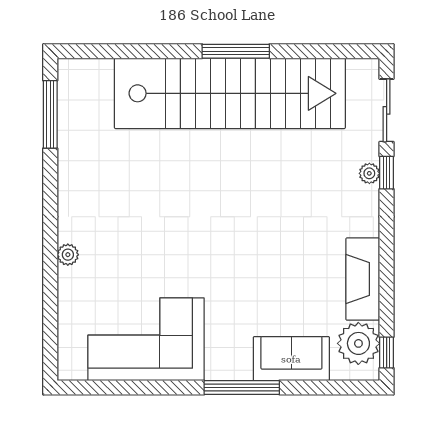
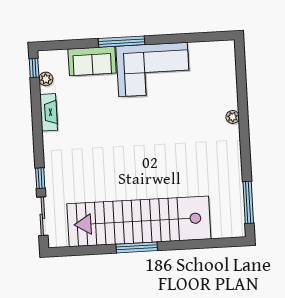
plant: (369, 173) -> (51, 177), removed
fireplace: (363, 279) -> (49, 112), width x0.73, depth x0.76
corner sofa: (146, 339) -> (153, 69), moved
plant: (358, 343) -> (46, 79), width x0.53, depth x0.53

